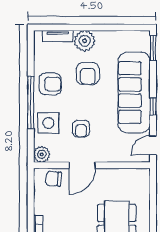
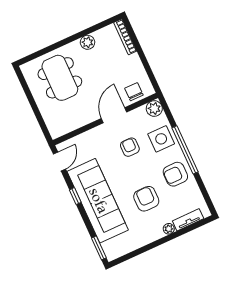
plant: (85, 41) -> (169, 229), width x0.53, depth x0.53
chair: (54, 179) -> (134, 92), turned -94

